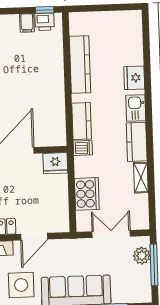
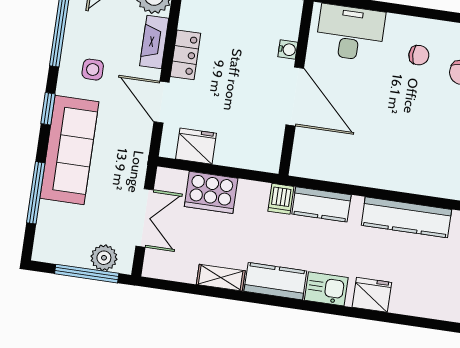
fridge: (55, 163) -> (196, 146), moved, turned 90
side table: (21, 285) -> (93, 70), width x0.54, depth x0.54

